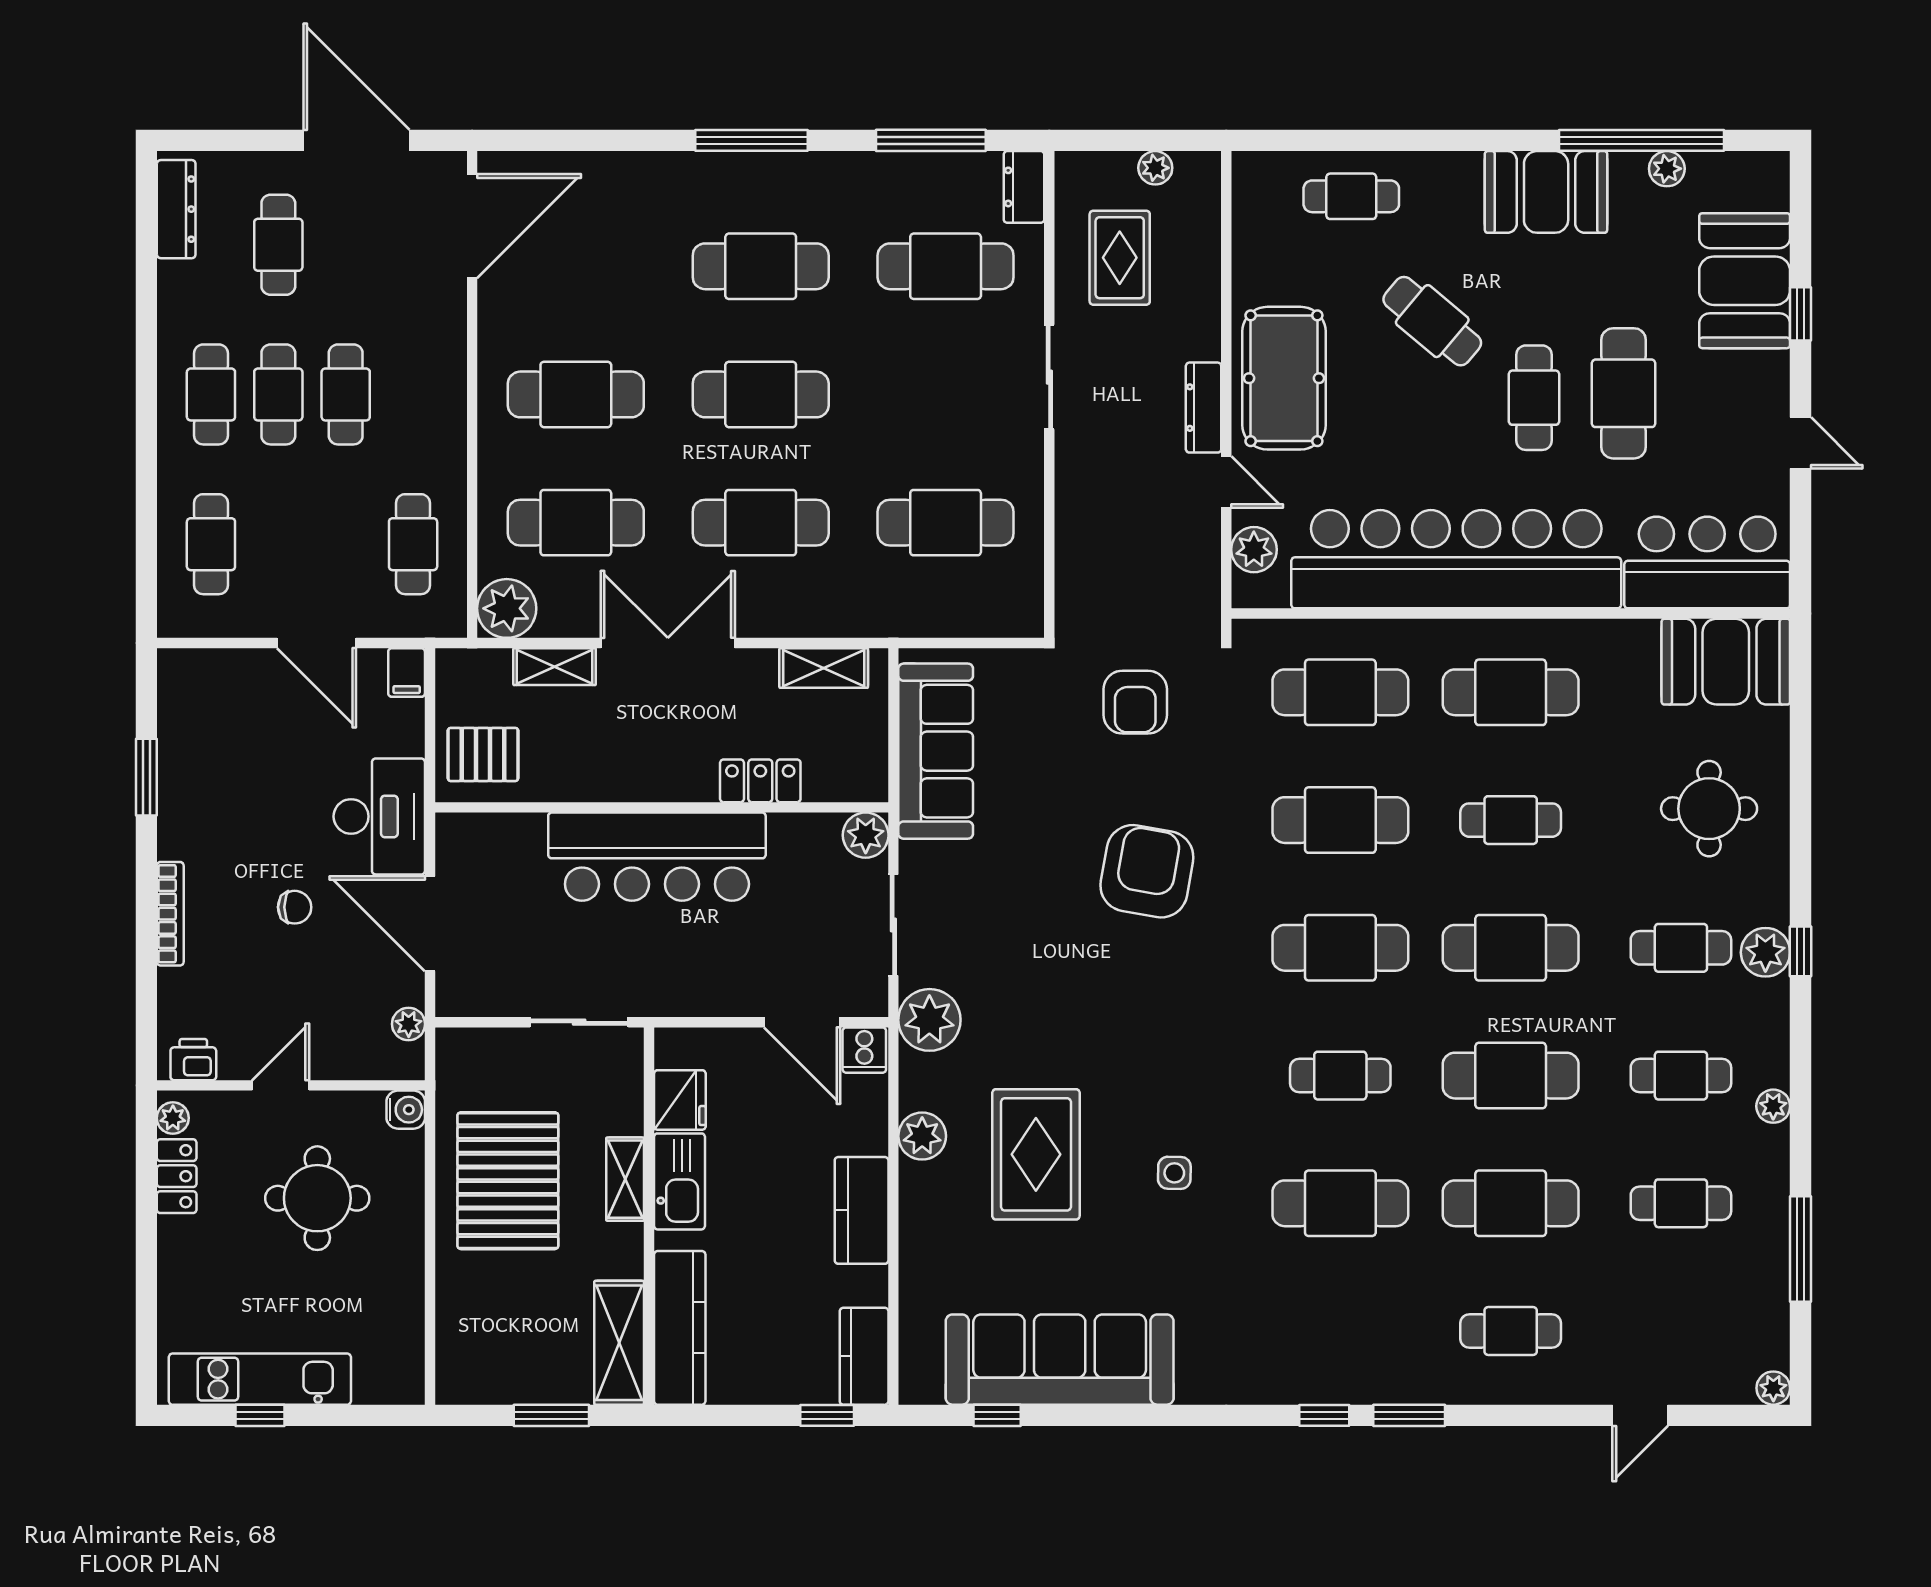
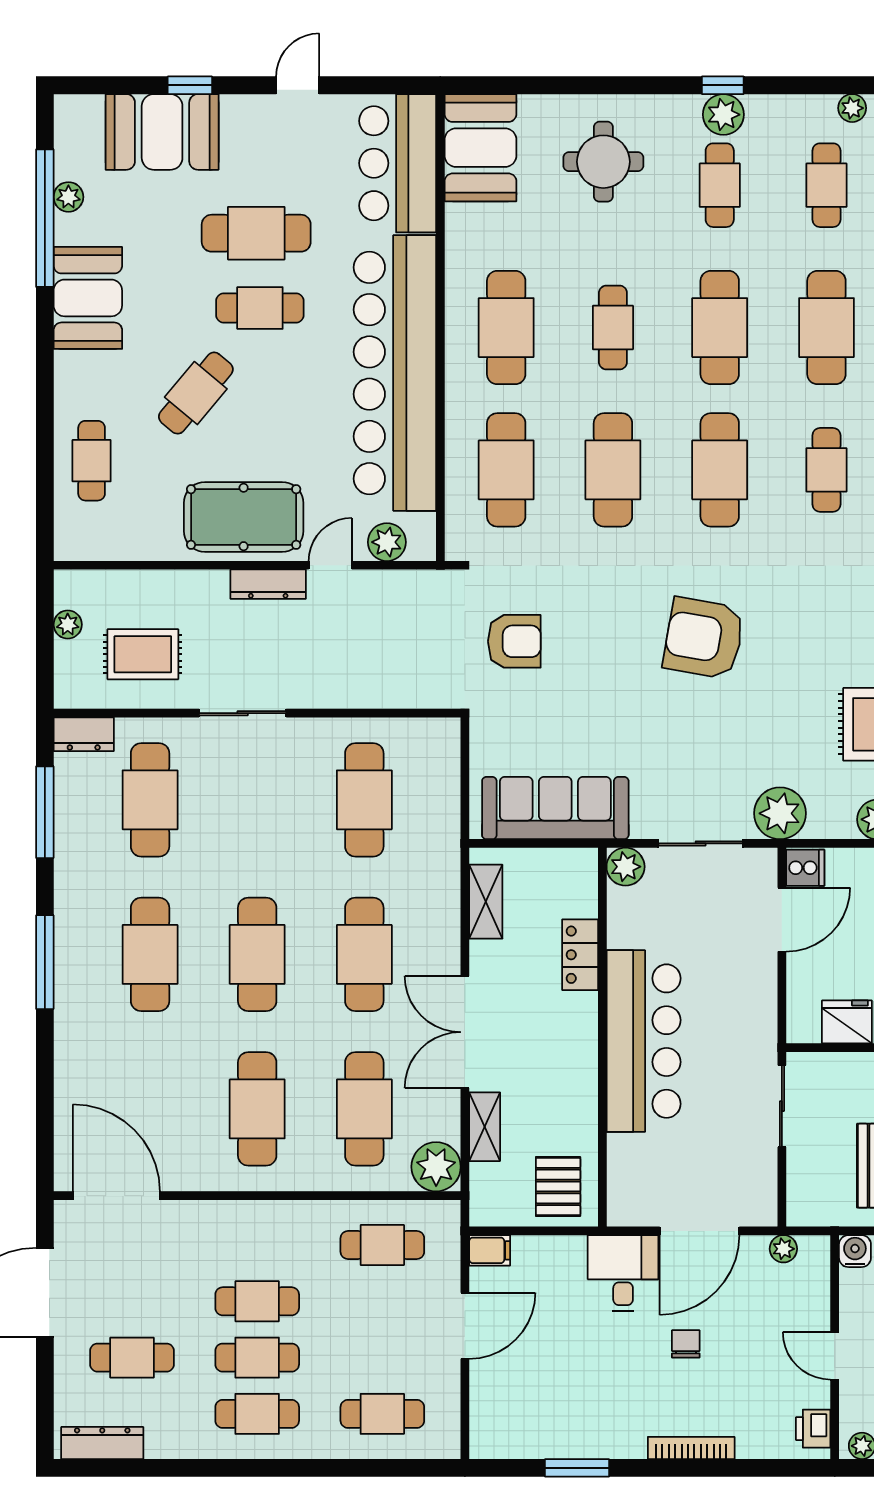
desk: (379, 816) -> (623, 1273), width x0.73
armchair: (1147, 871) -> (704, 638), moved

